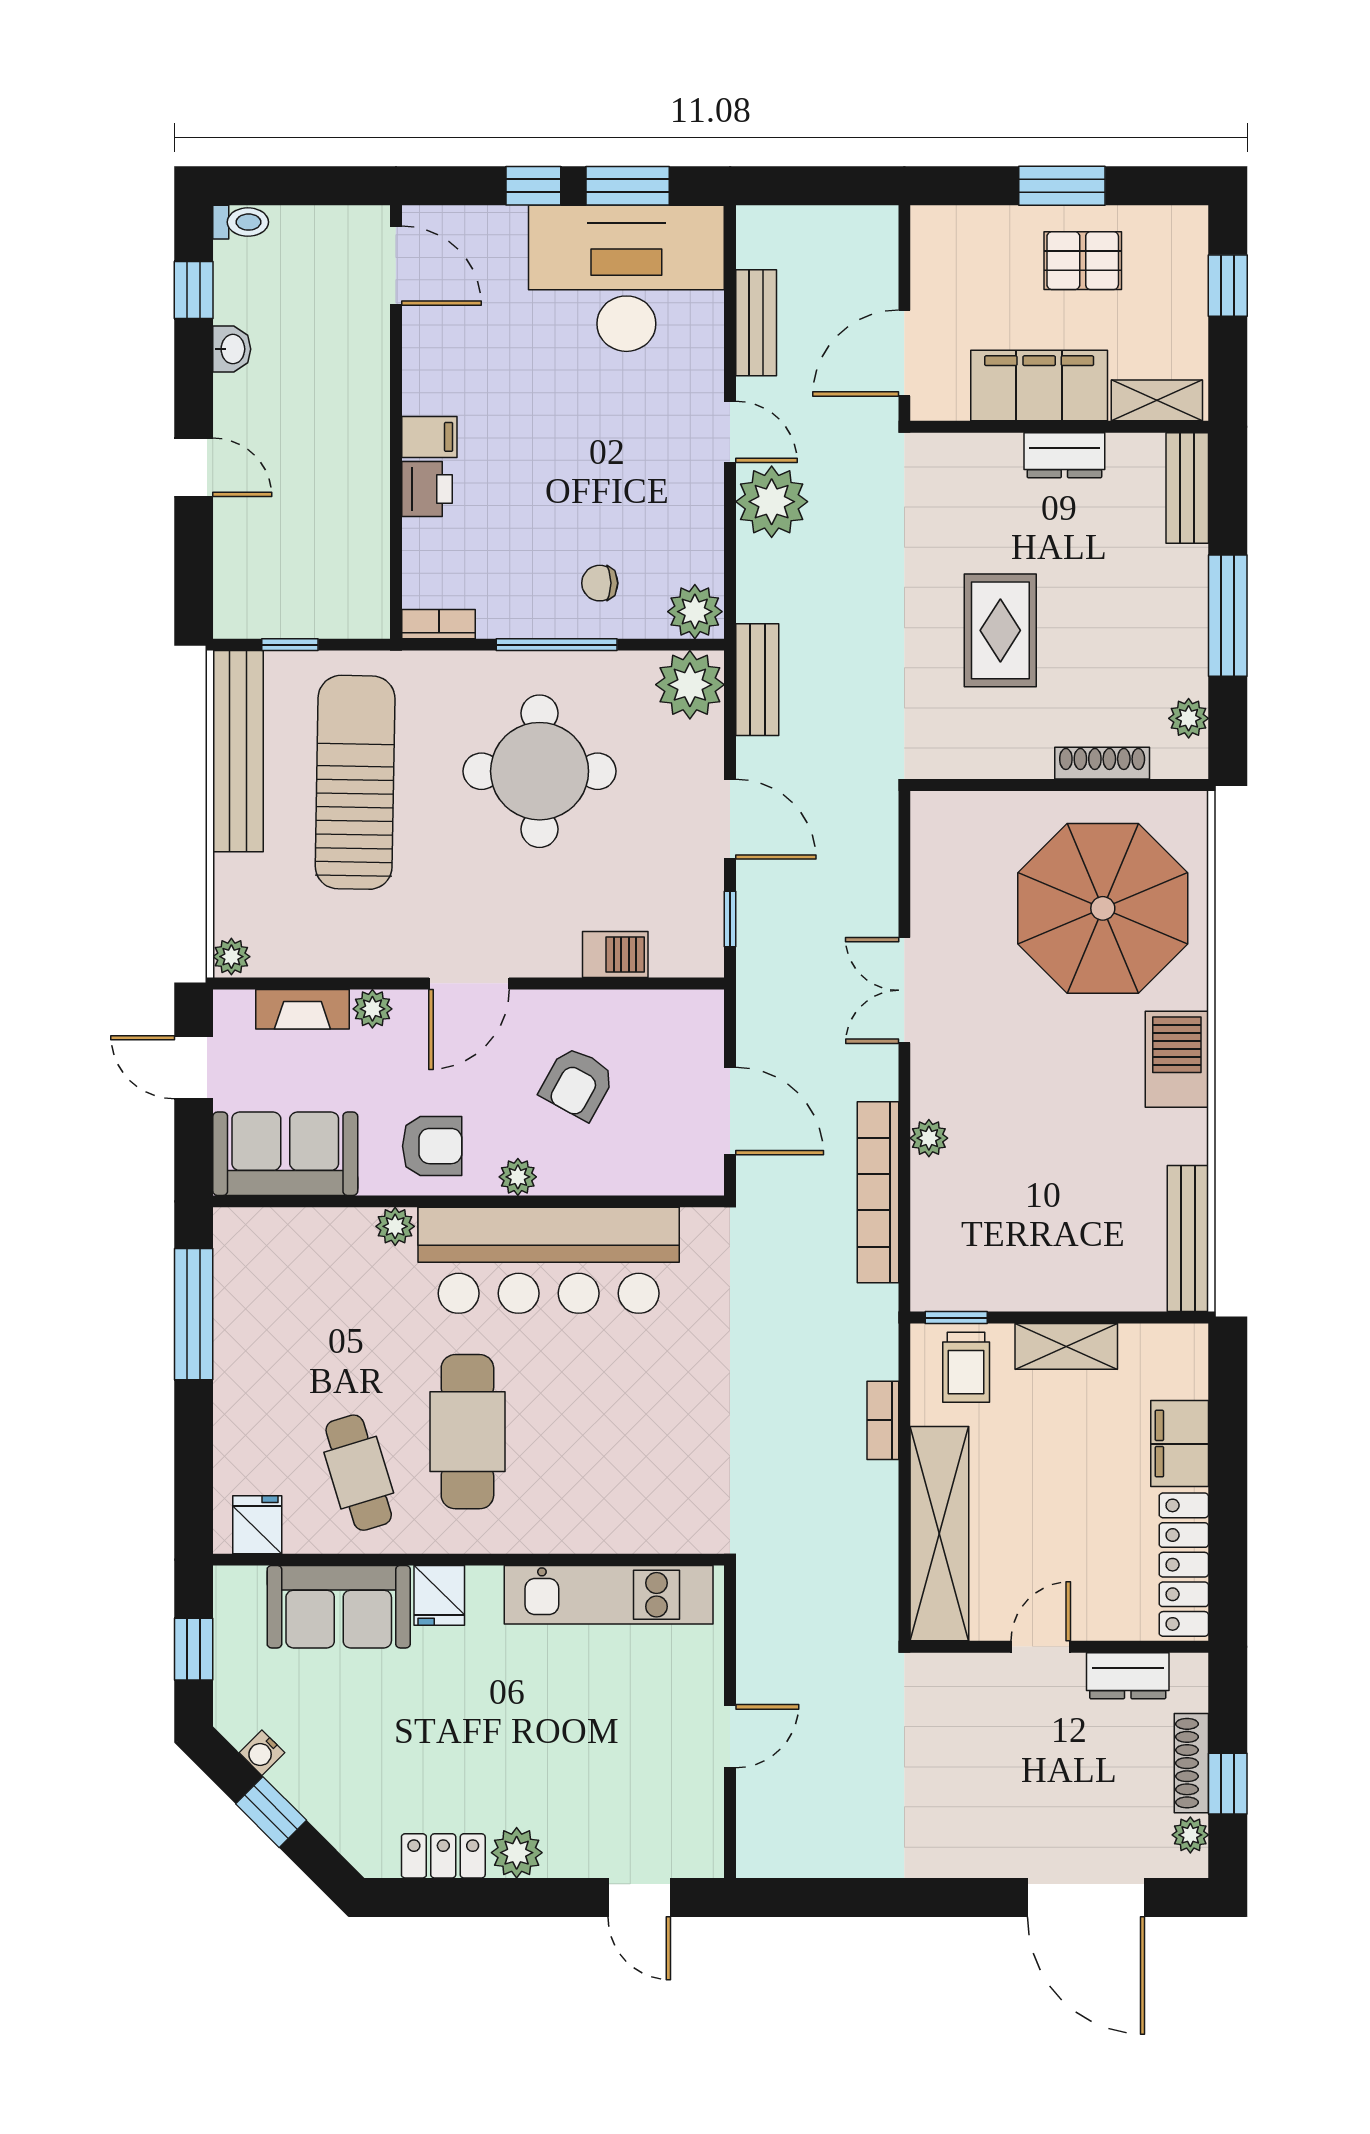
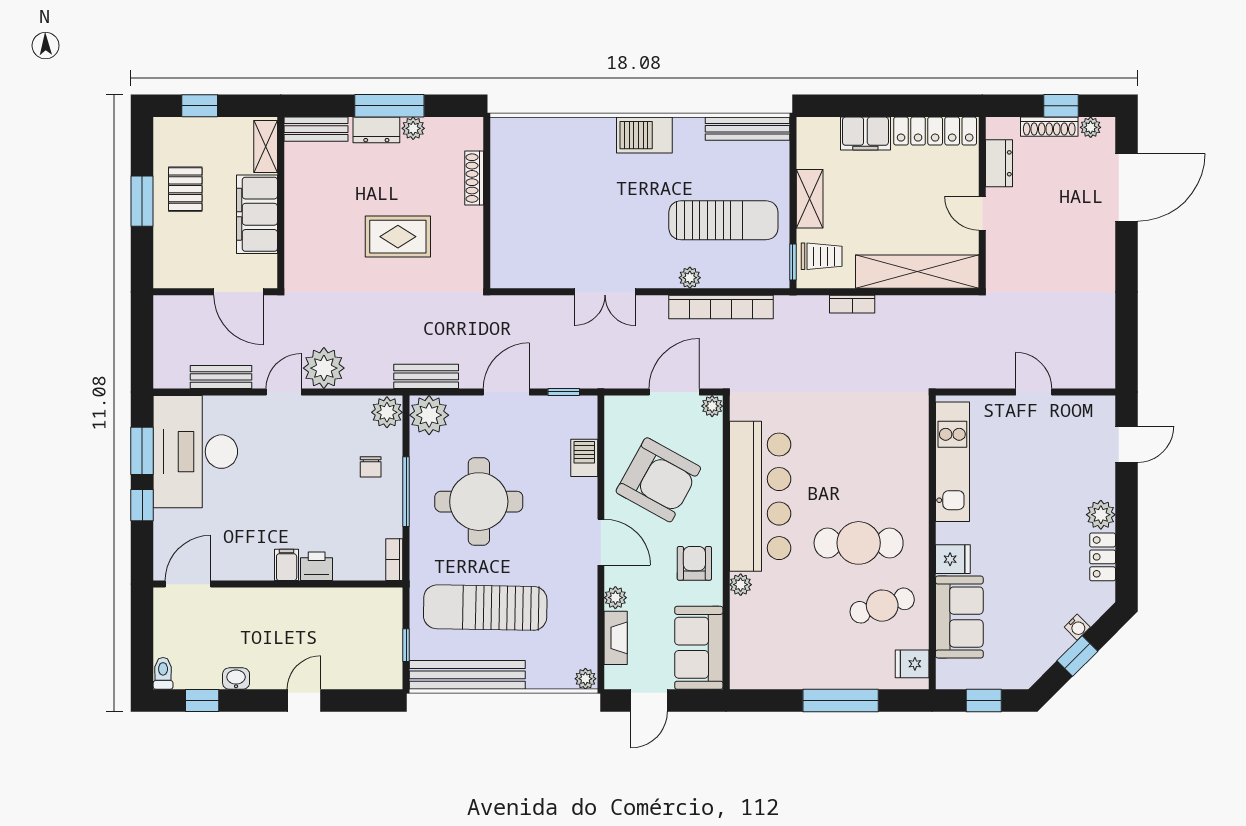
dresser: (1064, 455) -> (376, 130), moved, turned 90
plant: (1189, 718) -> (413, 128), moved
parasol: (1103, 908) -> (558, 178), removed
armchair: (577, 1083) -> (658, 480), width x1.88, depth x1.88
plant: (518, 1177) -> (712, 406), moved
sun lounger: (1029, 1197) -> (723, 220), added
window: (194, 1314) -> (841, 700), moved
water cooler: (262, 1753) -> (1077, 627), moved

